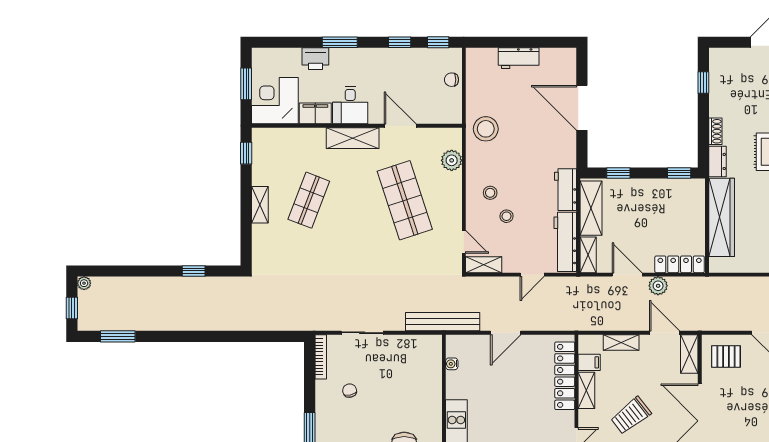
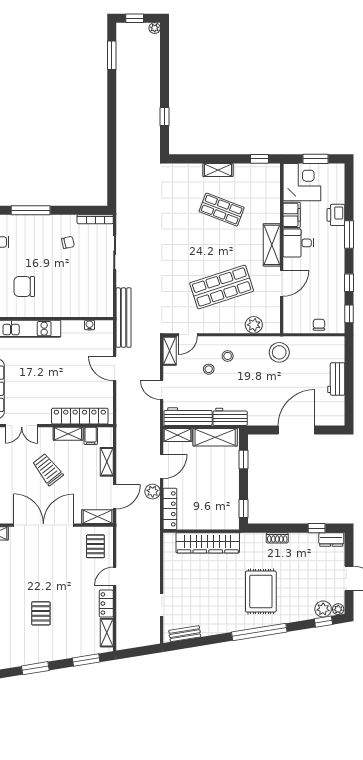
dresser: (717, 161) -> (331, 539), moved

